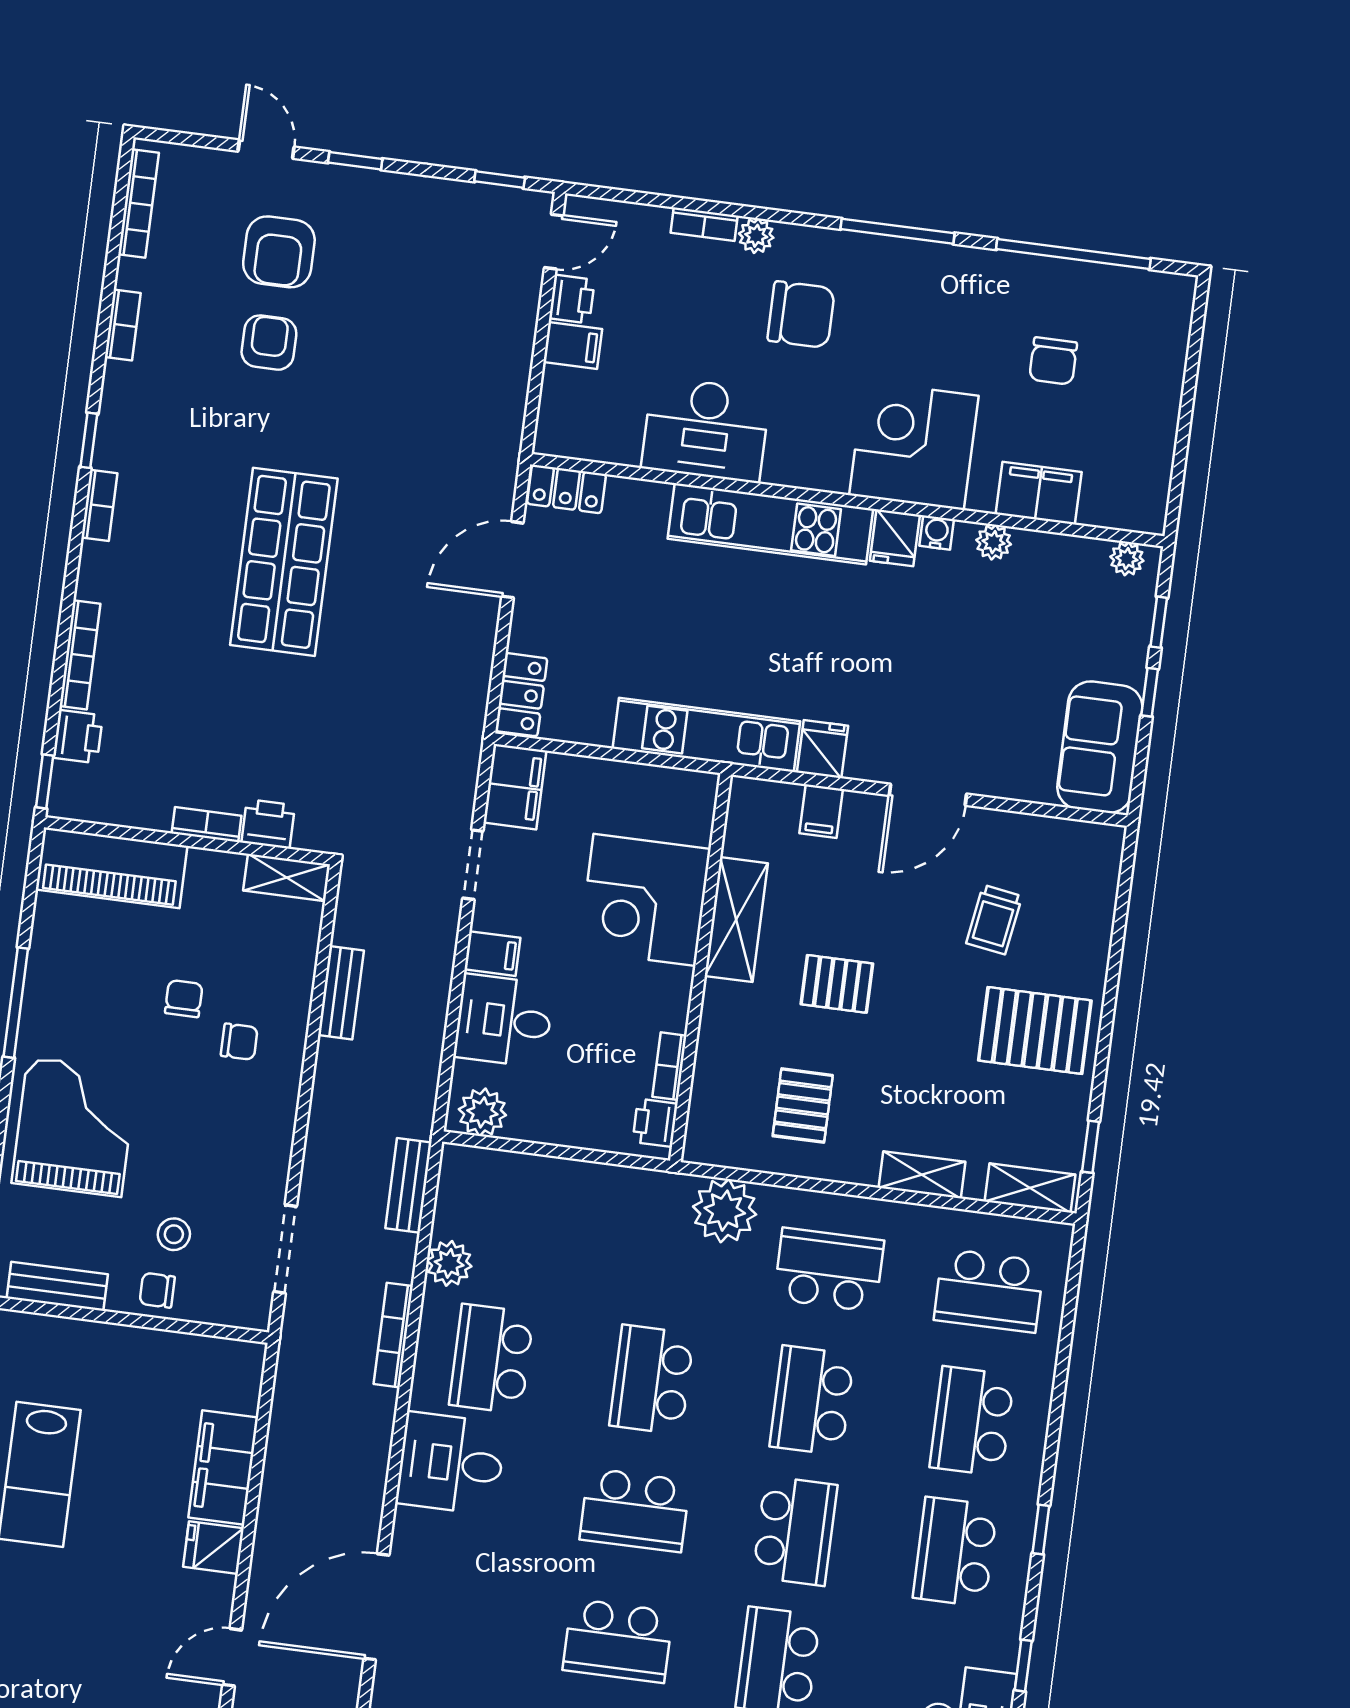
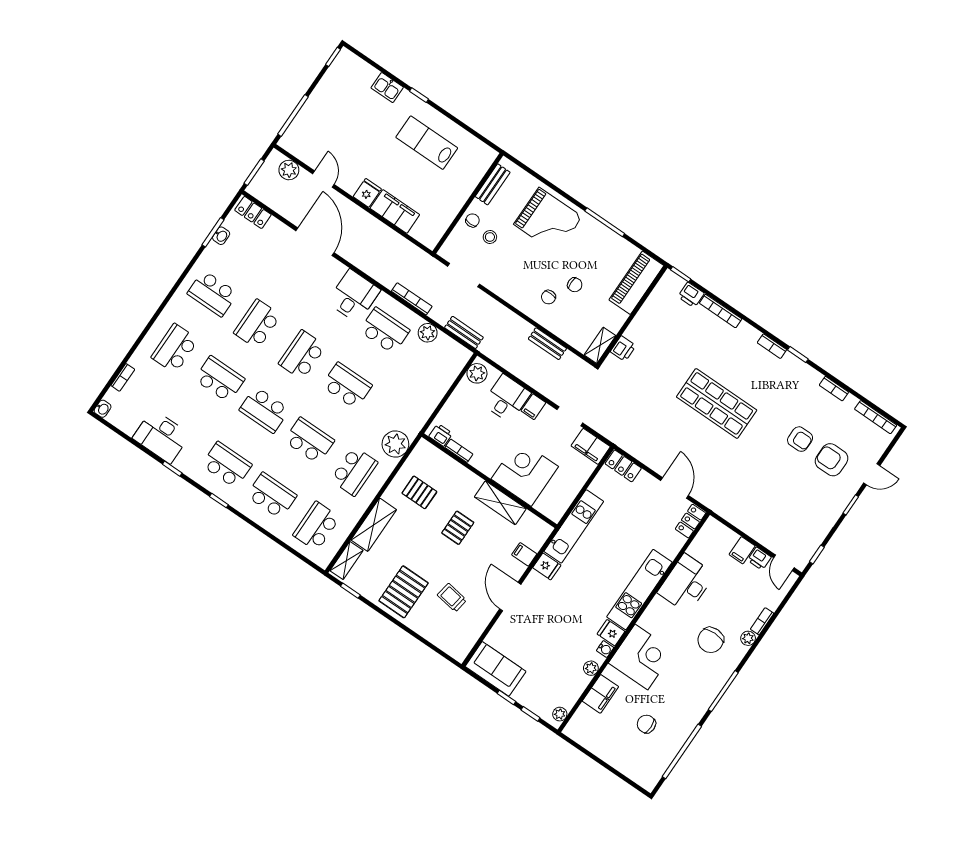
bookcase: (207, 825) -> (634, 326), removed
shelving: (922, 1175) -> (374, 525), width x1.50, depth x1.33

